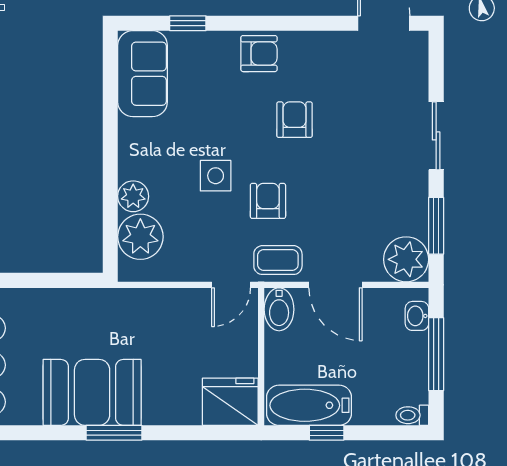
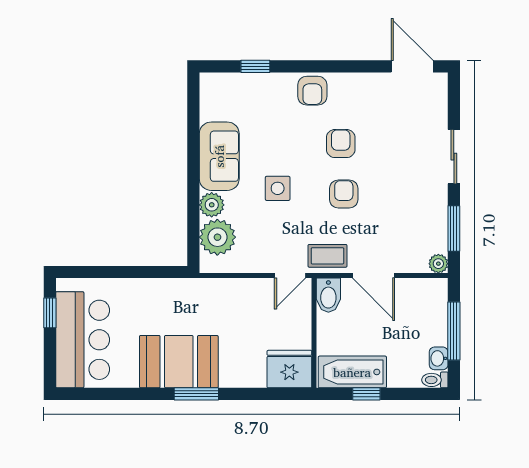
armchair: (259, 54) -> (312, 91), turned 90
sofa: (143, 74) -> (219, 156), moved
armchair: (268, 201) -> (344, 194), moved
plant: (406, 259) -> (438, 264), width x0.53, depth x0.53
washbasin: (417, 316) -> (439, 358), moved

